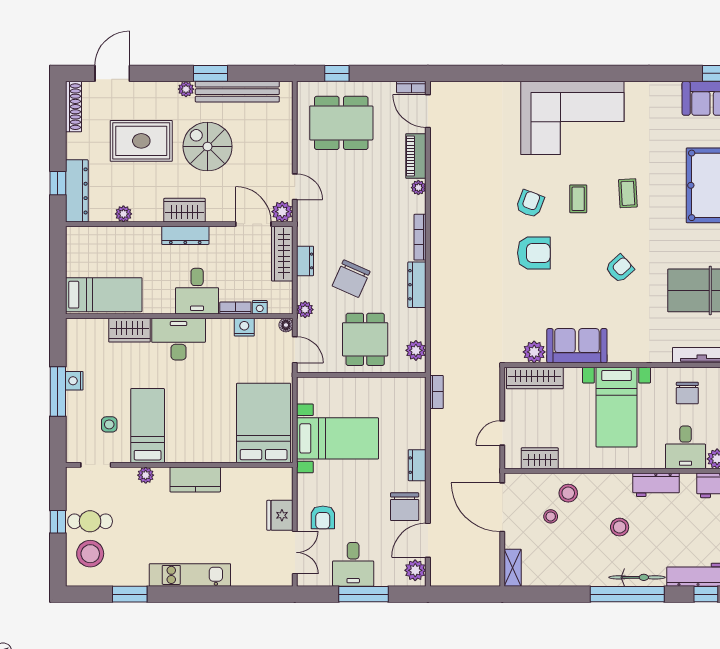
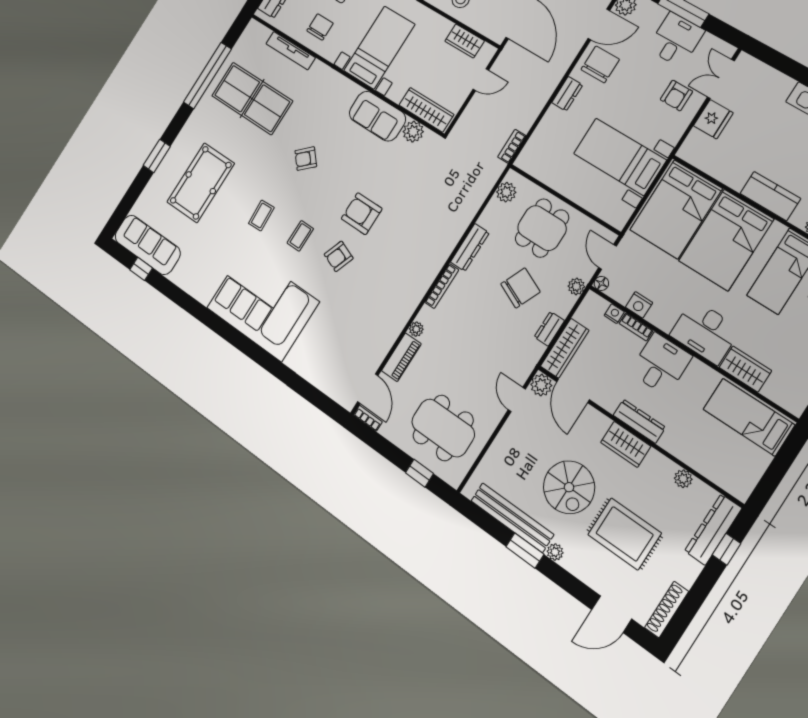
bed: (208, 423) -> (726, 240), added
armchair: (323, 517) -> (676, 95), turned 180

